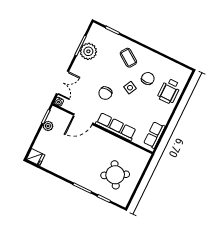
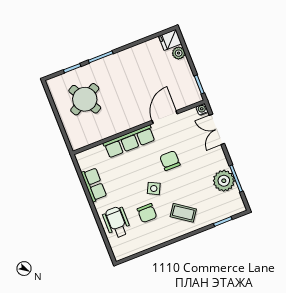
plant: (48, 126) -> (179, 53), moved
row of seats: (154, 135) -> (94, 185), moved

